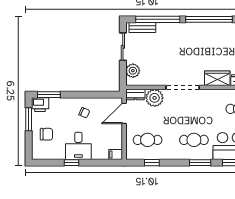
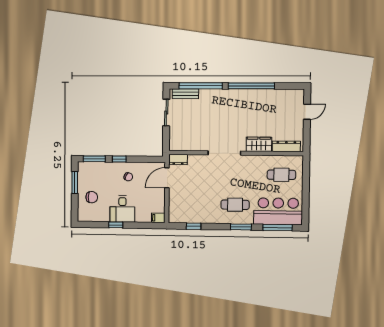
plant: (133, 71) -> (176, 136), removed
window: (75, 95) -> (119, 159), added
plant: (155, 98) -> (197, 163), removed
printer: (40, 105) -> (86, 168), removed
cafe table: (148, 140) -> (190, 204), removed

